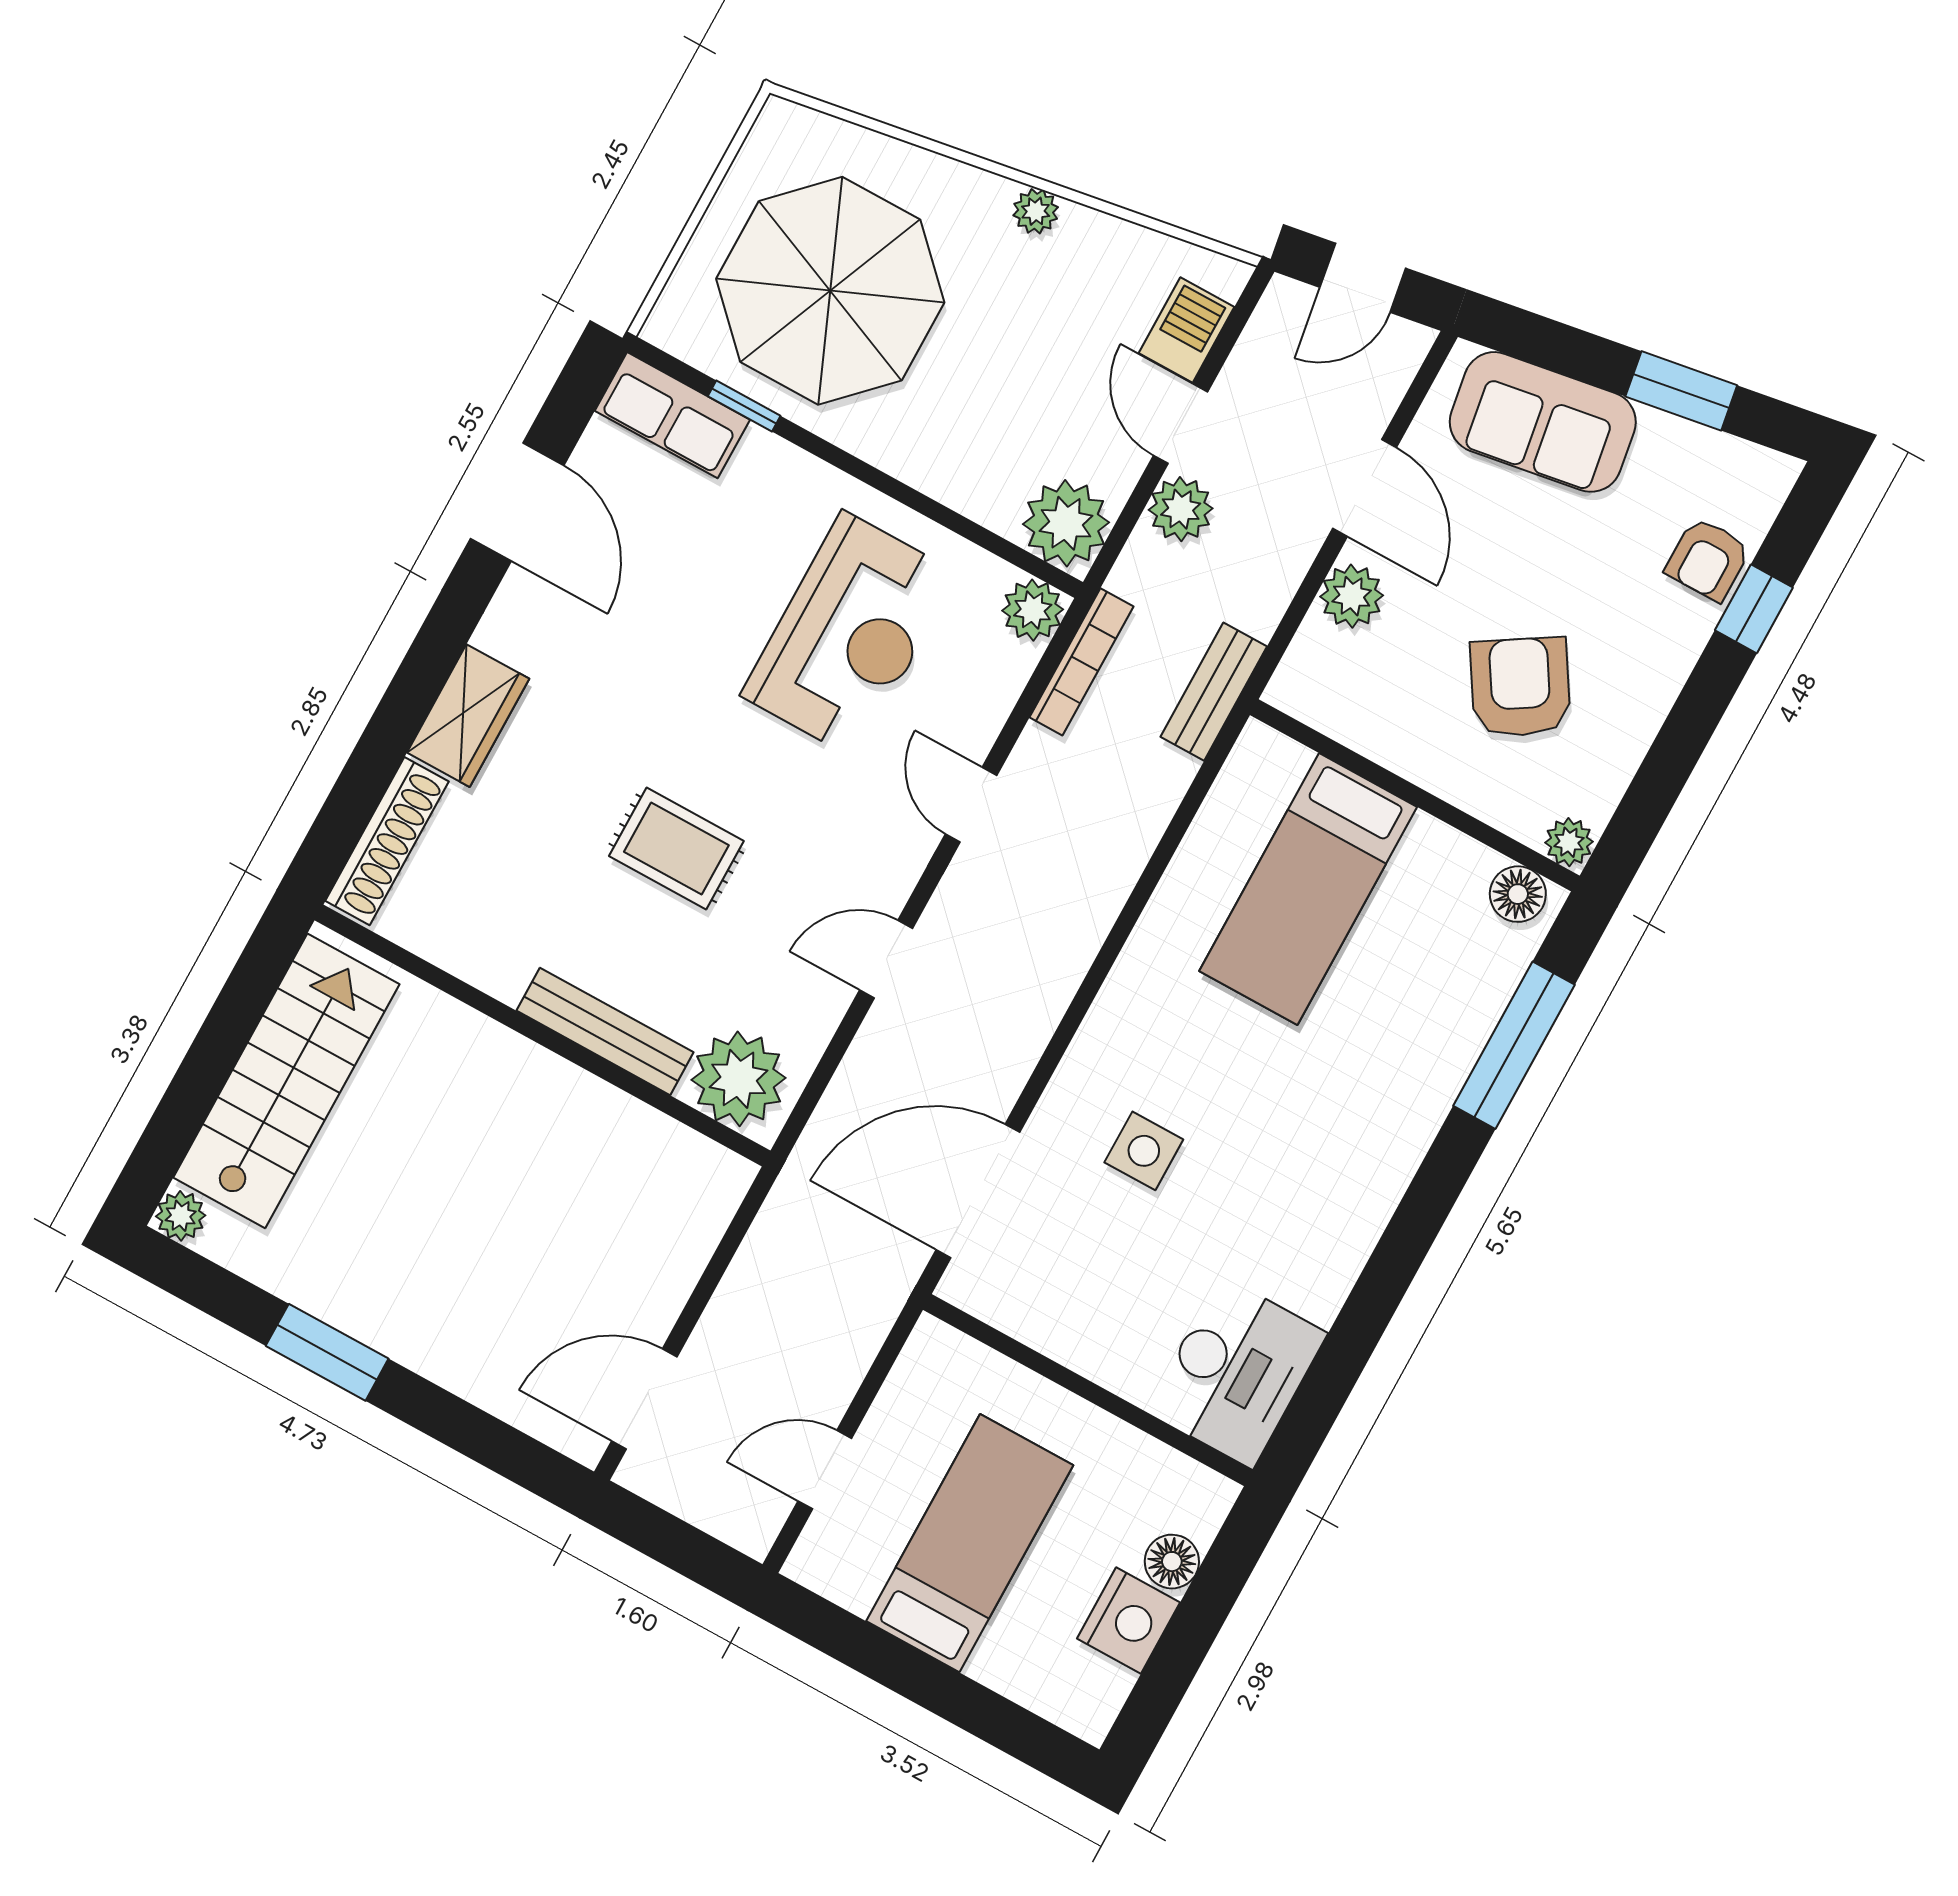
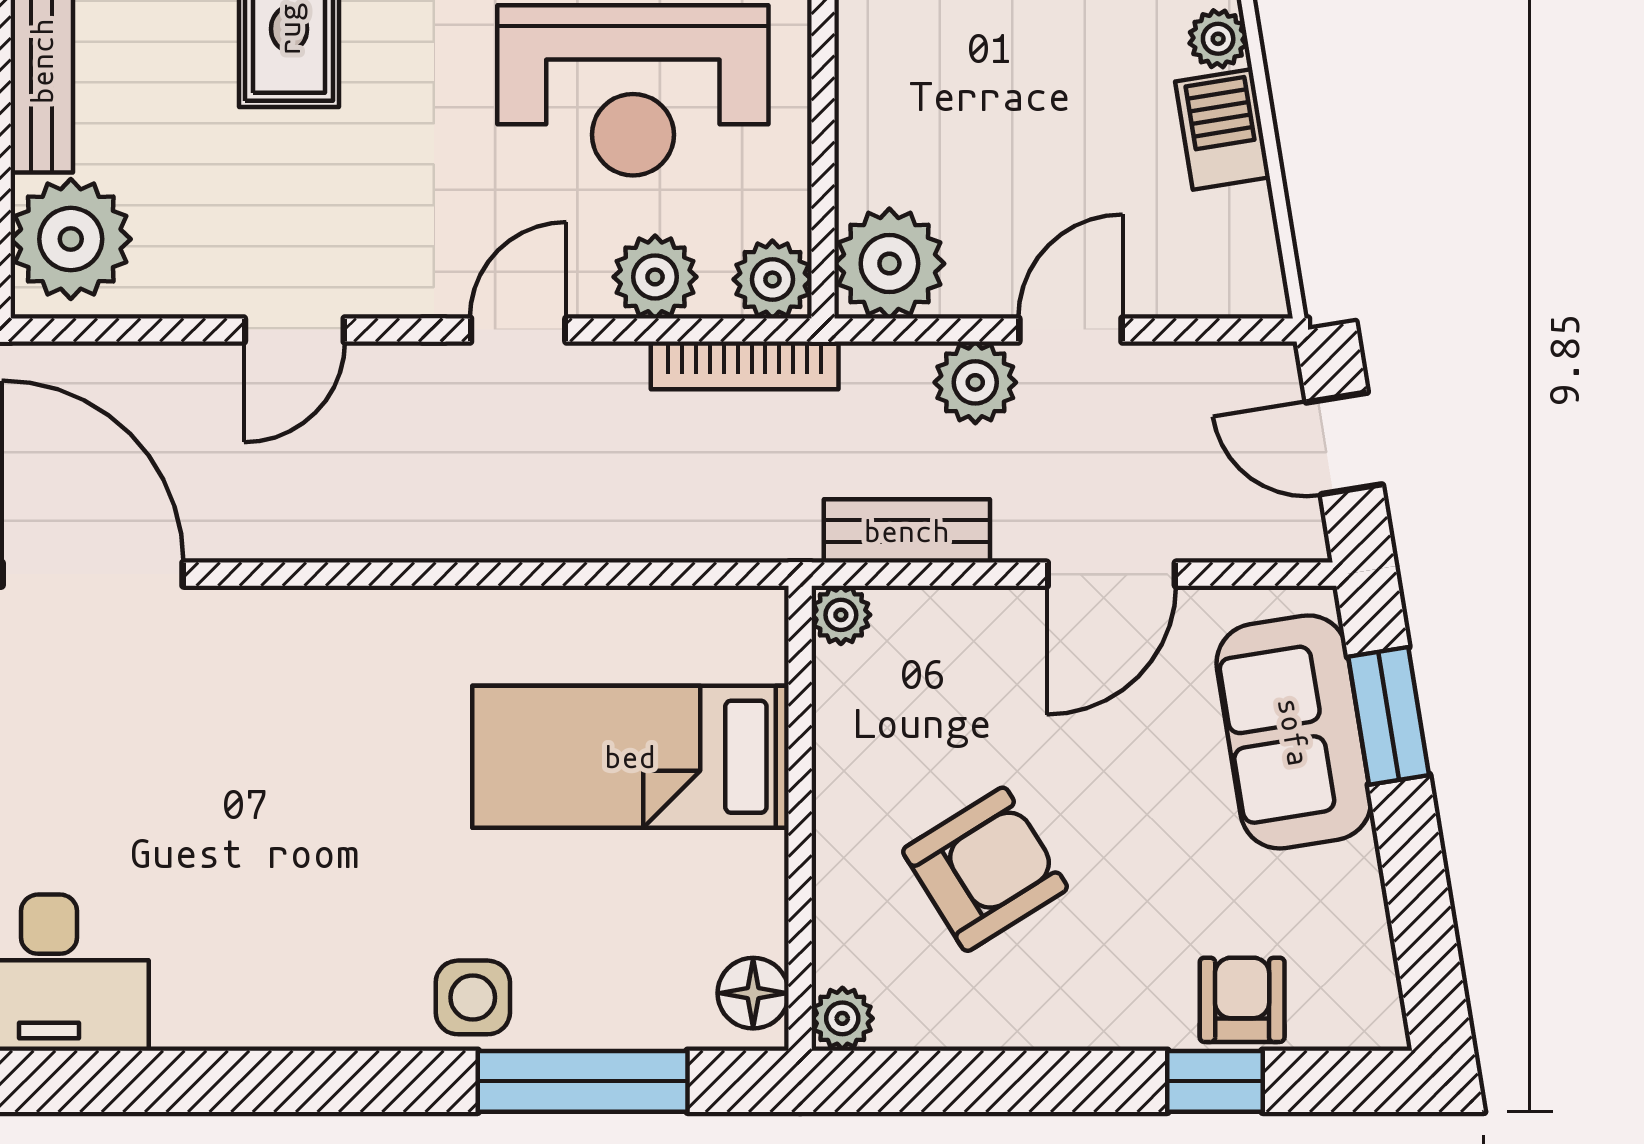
barbecue: (1187, 330) -> (1223, 129), moved, turned -99
window: (1681, 391) -> (1389, 716), moved
armchair: (1708, 559) -> (1242, 1000), turned 90
plant: (1352, 596) -> (841, 615), moved, width x0.73, depth x0.73
plant: (986, 690) -> (655, 277), added
bench: (1214, 692) -> (907, 531), moved
door: (886, 959) -> (294, 330), swing flipped
side table: (1144, 1151) -> (473, 997), moved

